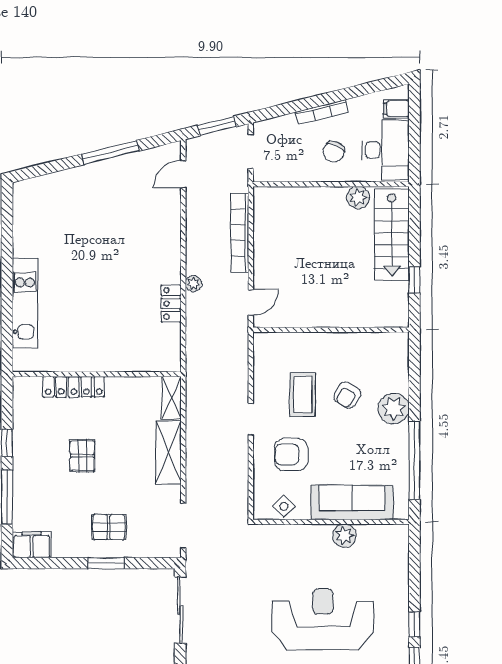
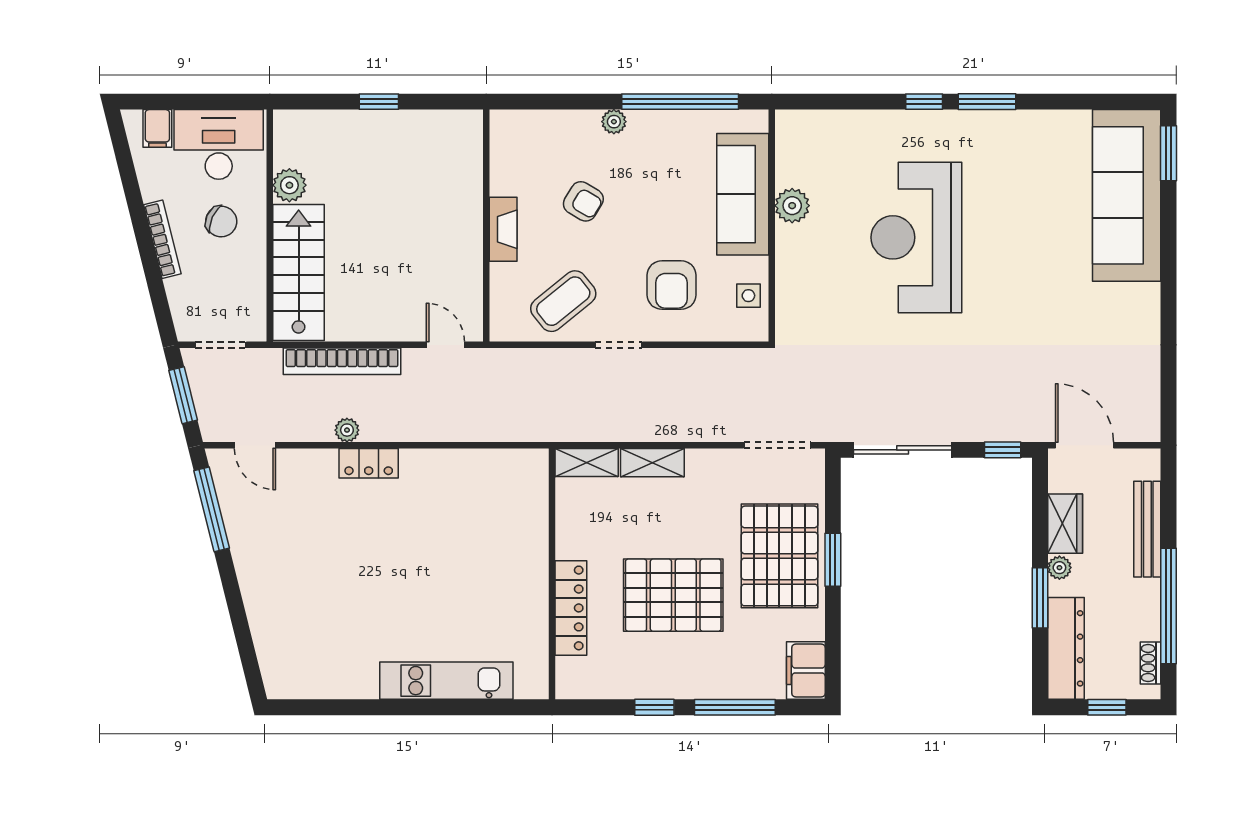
window: (110, 152) -> (212, 509), moved
stairs: (392, 235) -> (299, 272), moved, turned -90
window: (414, 280) -> (379, 102), moved
plant: (193, 283) -> (347, 430), moved
locker: (171, 304) -> (369, 463), moved
fireplace: (328, 341) -> (503, 229), added
coffee table: (303, 394) -> (563, 301), moved, turned -39
plant: (394, 409) -> (614, 122), width x0.53, depth x0.53
shelving: (168, 452) -> (652, 463), width x0.67, depth x0.75
pallet: (82, 456) -> (673, 595), width x2.05, depth x2.00
side table: (284, 506) -> (748, 296), turned 45
pallet: (109, 527) -> (779, 556), width x2.05, depth x2.00

